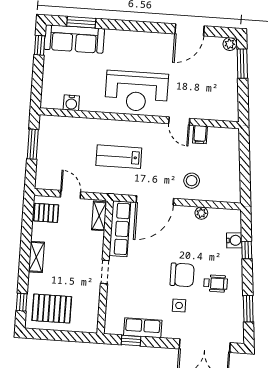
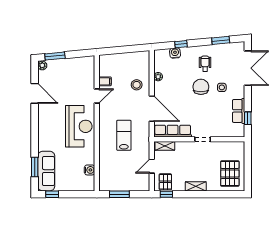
lab bench: (119, 157) -> (124, 135), turned 180
window: (22, 302) -> (166, 194), moved

